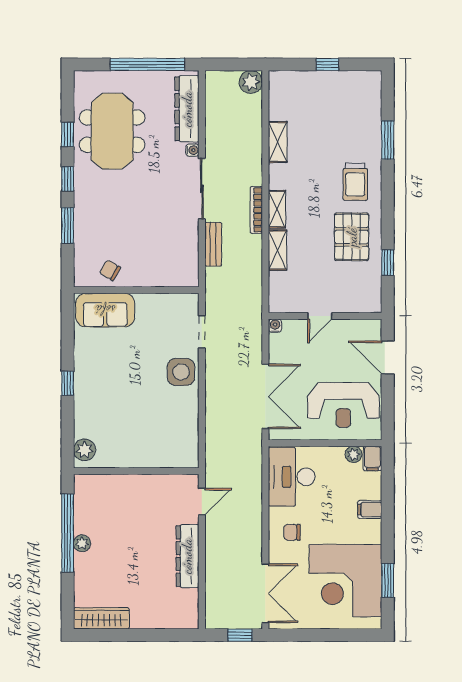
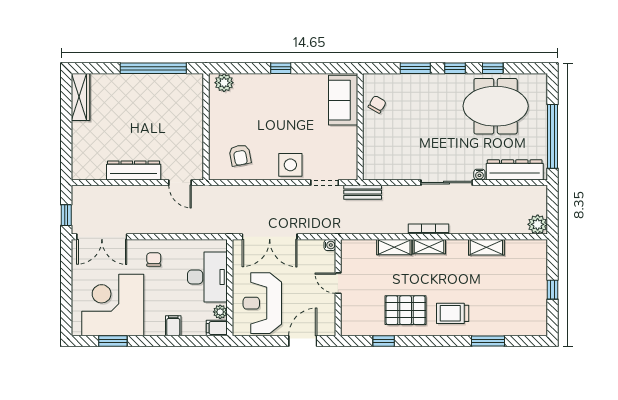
bench: (213, 244) -> (363, 192), moved
armchair: (170, 431) -> (240, 155), added
desk: (292, 477) -> (207, 277), moved, turned 90
plant: (82, 543) -> (144, 81), removed

